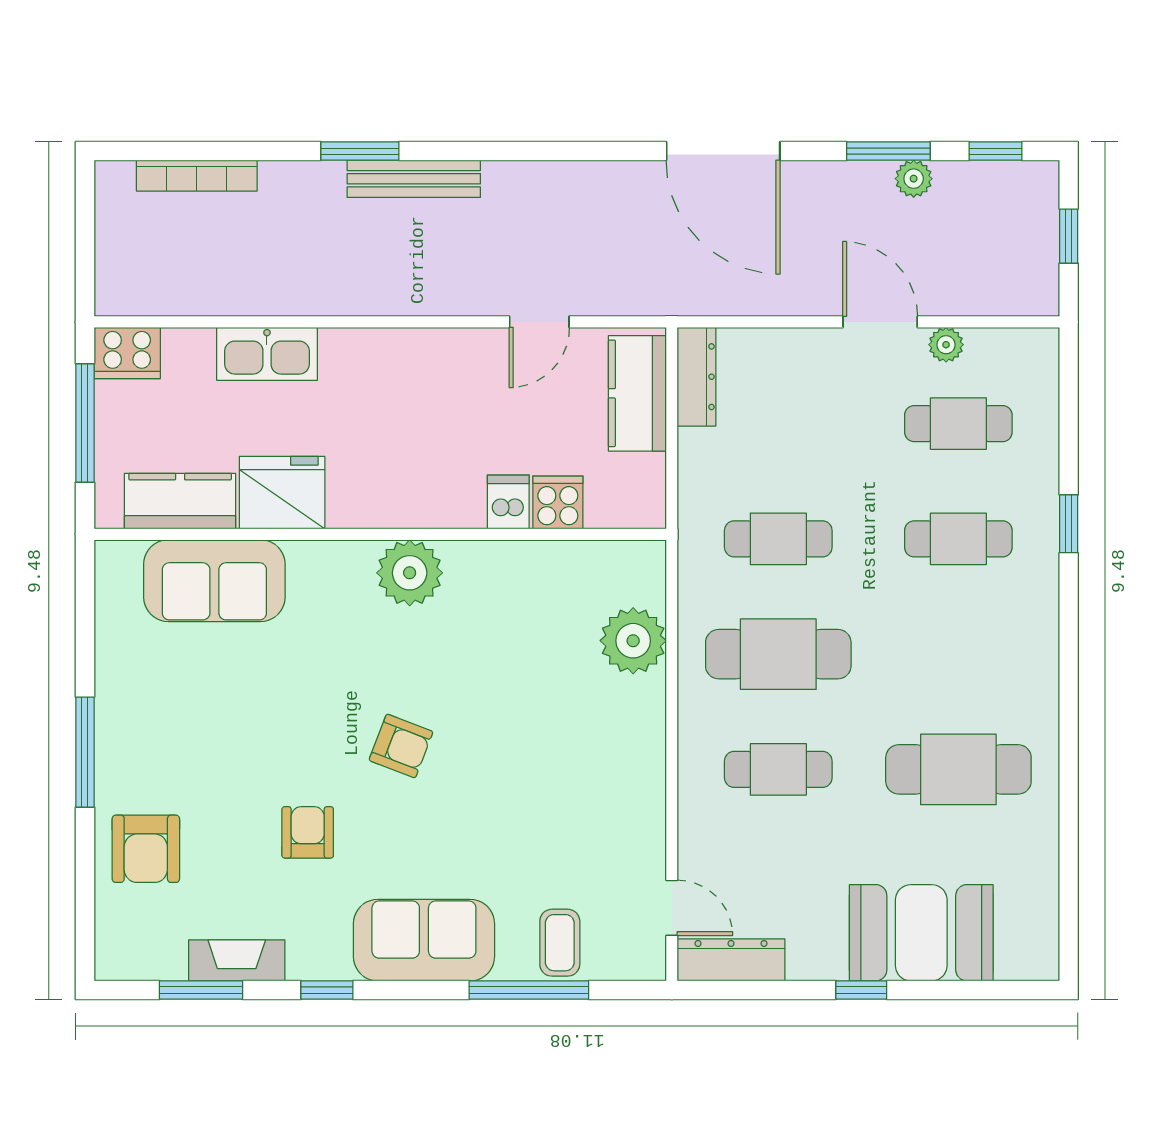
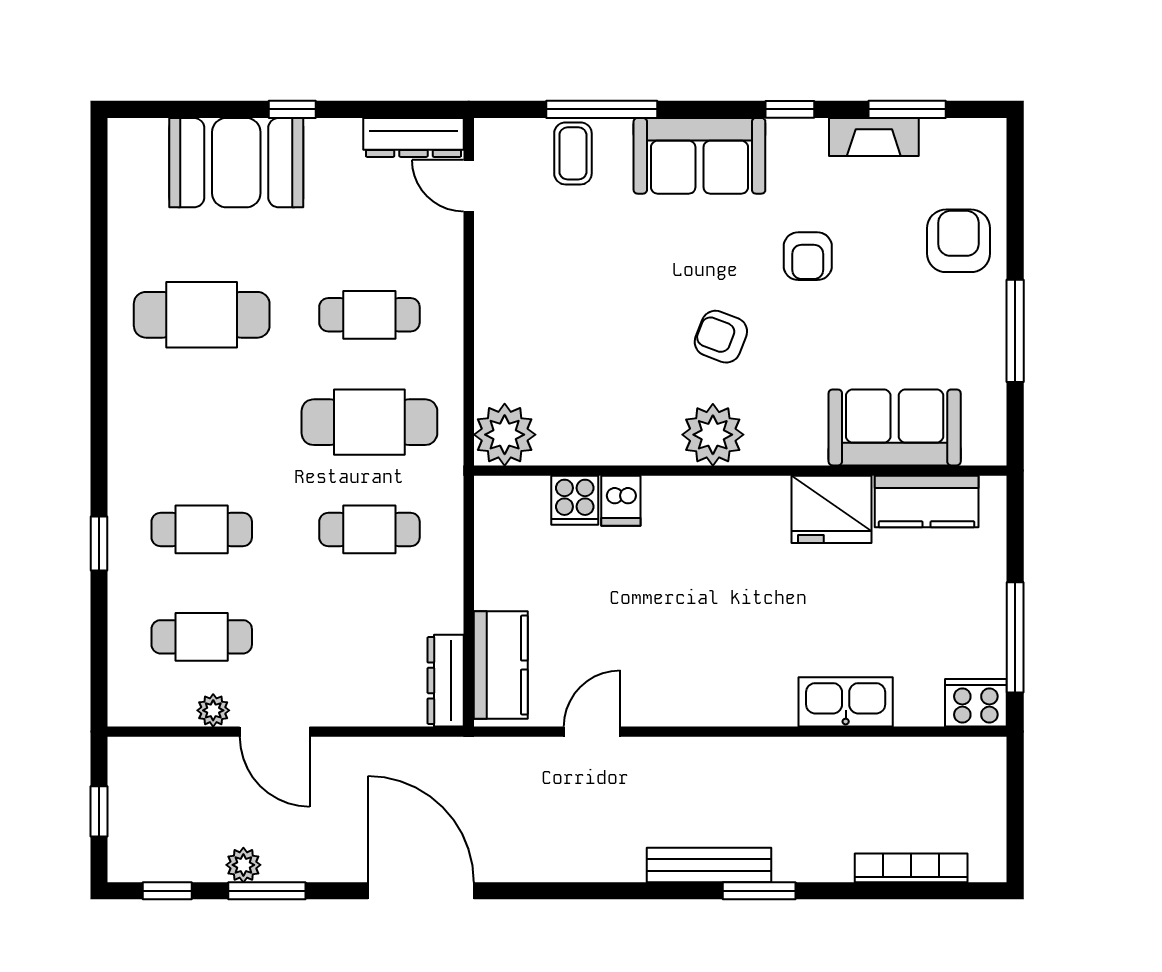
fridge: (282, 493) -> (832, 509), moved
kitchen counter: (180, 501) -> (927, 502), moved
dishwasher: (508, 502) -> (621, 501), moved
cooker: (558, 502) -> (575, 500), moved
wall: (380, 534) -> (740, 471), moved
plant: (410, 573) -> (713, 435), moved
sofa: (214, 581) -> (895, 427), moved

